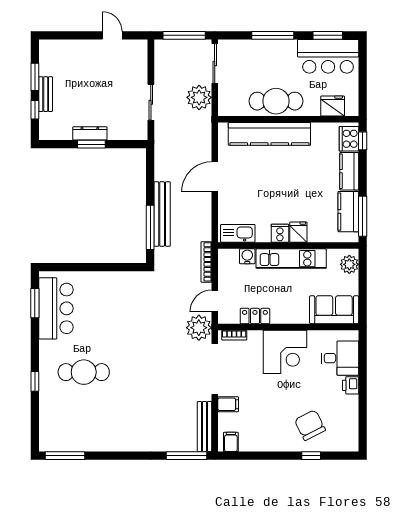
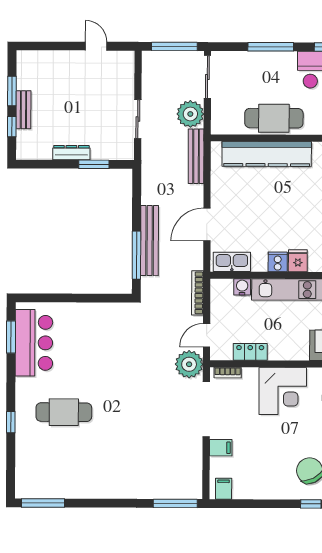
window: (91, 144) -> (94, 164), moved
door: (215, 177) -> (207, 225), moved
bench: (204, 427) -> (196, 156), moved

